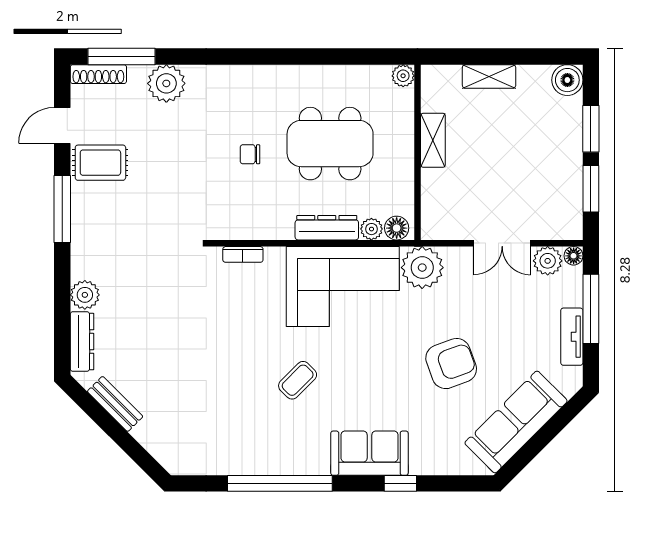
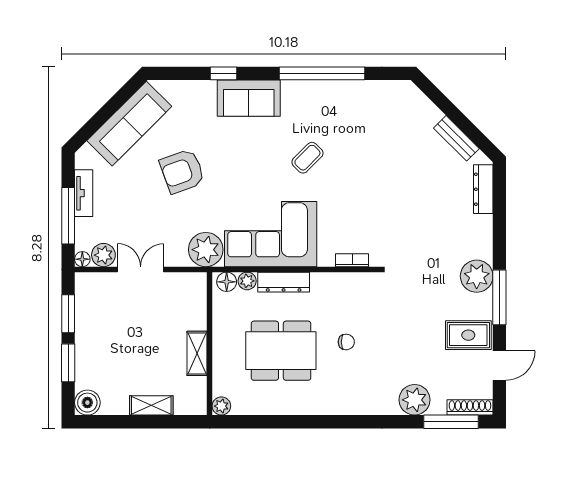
plant: (85, 295) -> (477, 276), moved, width x1.36, depth x1.36

